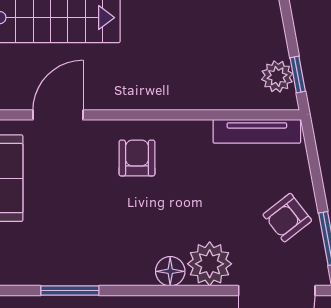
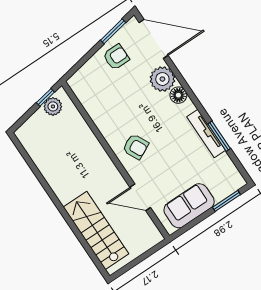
tv unit: (257, 131) -> (206, 134), moved, turned 180
armchair: (137, 158) -> (136, 147), turned -116
armchair: (287, 218) -> (116, 57), turned -52

